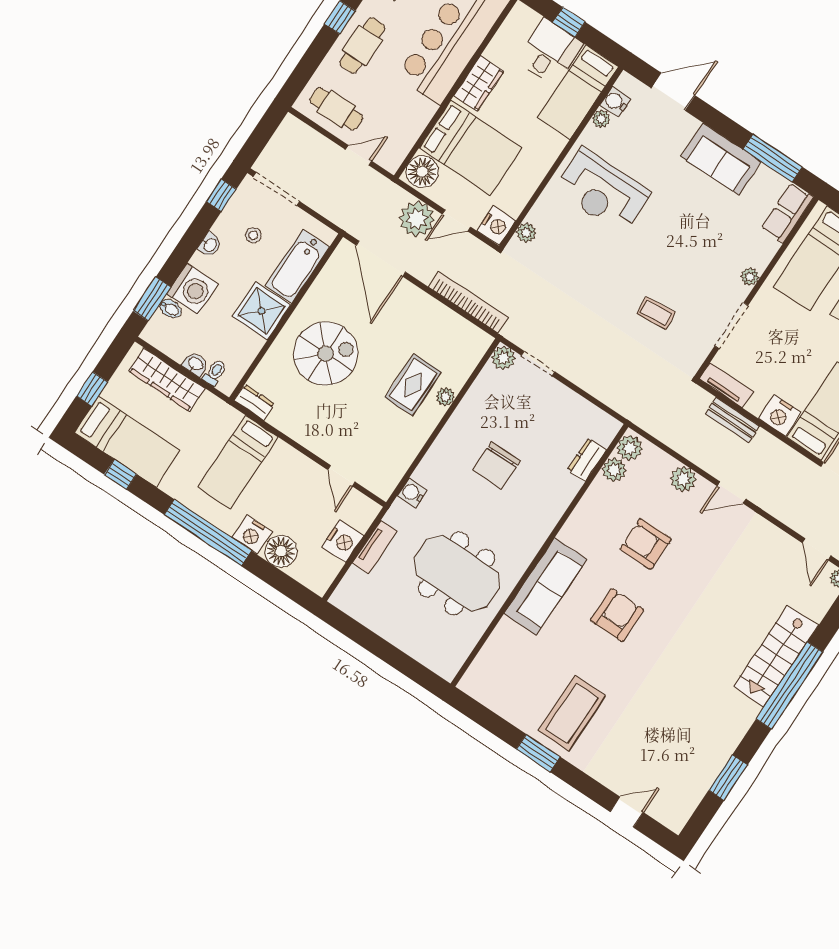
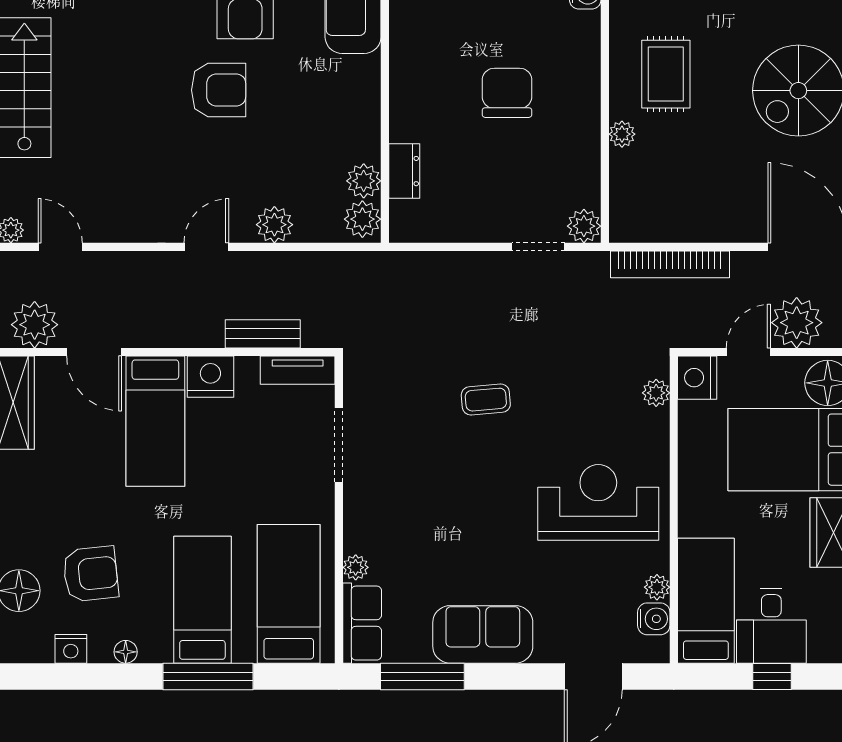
plant: (750, 277) -> (356, 567), moved
coffee table: (656, 313) -> (486, 400), moved
rug: (413, 385) -> (666, 74), moved
armchair: (646, 544) -> (219, 90), moved

